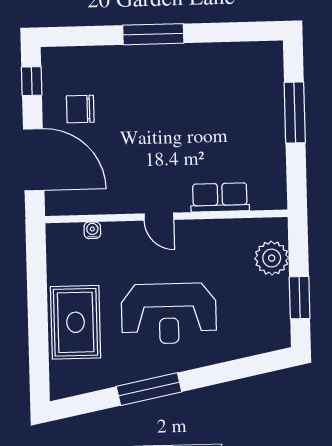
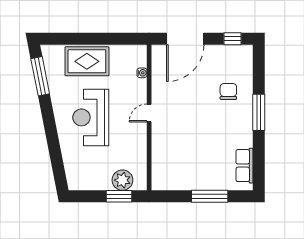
chair: (80, 109) -> (228, 91), moved
row of seats: (220, 197) -> (245, 166), moved, turned 180
window: (300, 298) -> (119, 196), moved
window: (149, 389) -> (40, 76), moved

